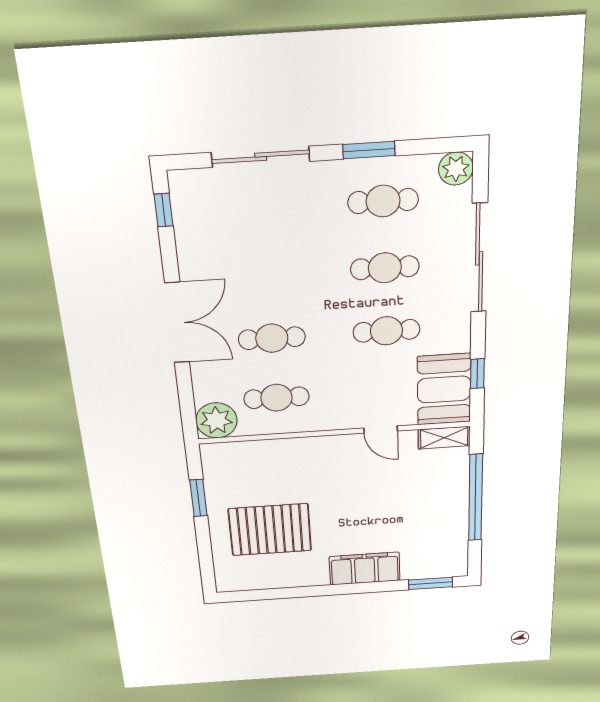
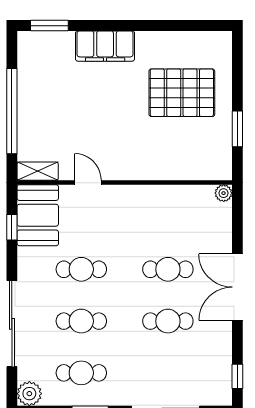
cafe table: (276, 398) -> (168, 321), moved
plant: (216, 420) -> (224, 193), width x0.53, depth x0.53

